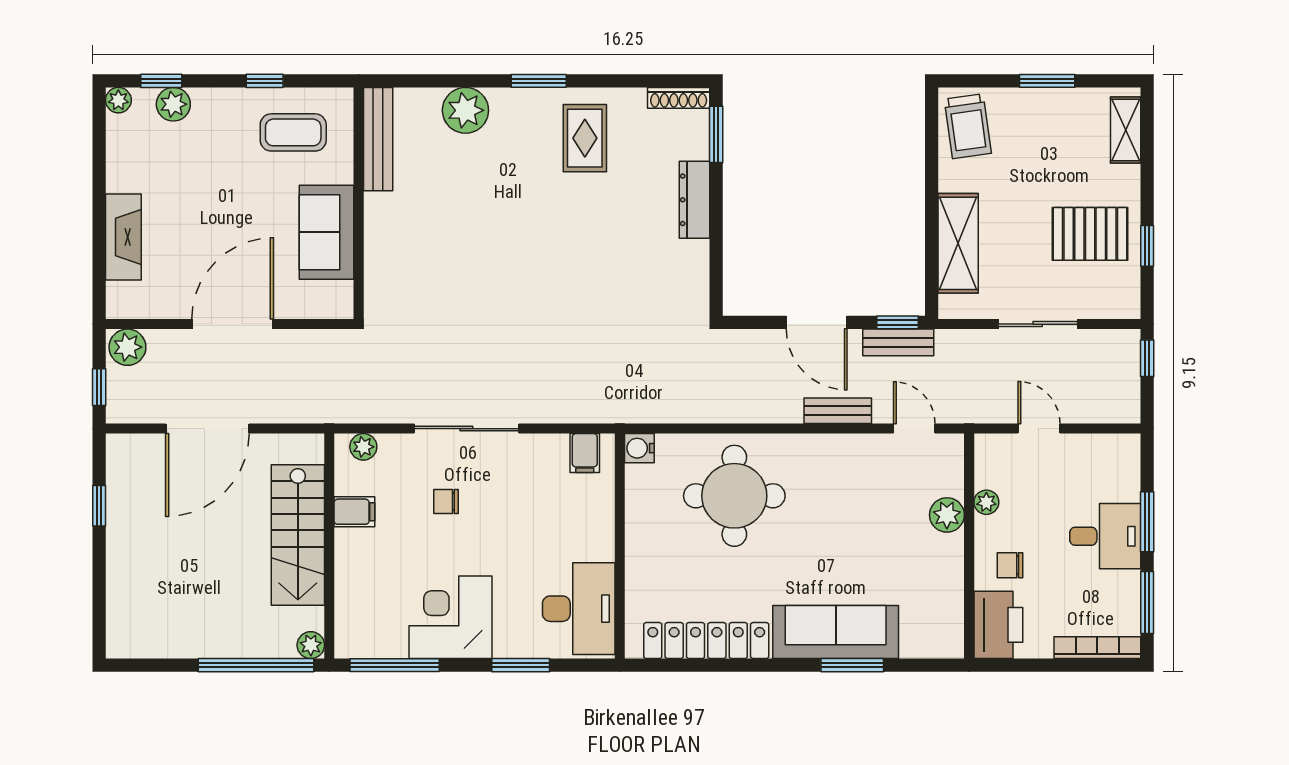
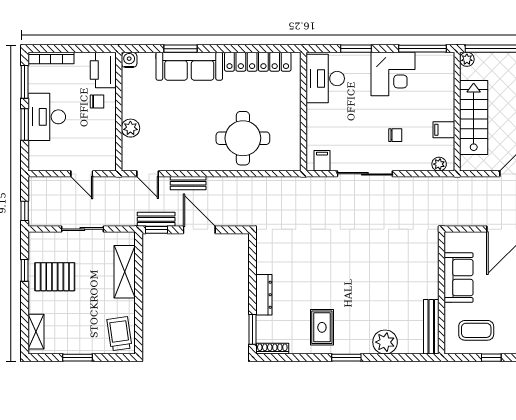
sliding door: (466, 429) -> (365, 174), moved
water cooler: (639, 448) -> (129, 60), moved, turned -90
plant: (986, 502) -> (110, 135), removed
desk: (1105, 536) -> (47, 117), width x1.37

